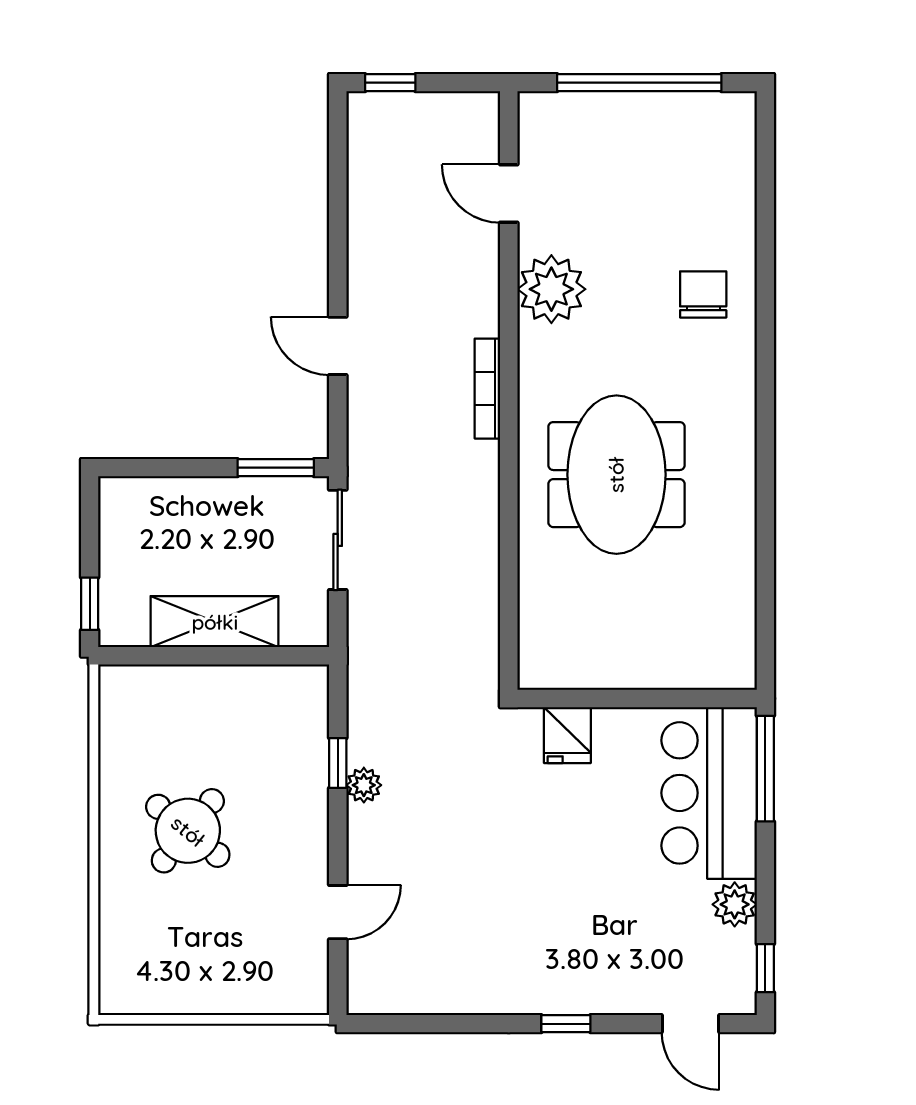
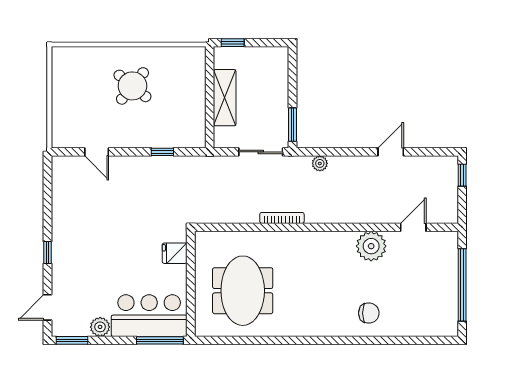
door: (338, 346) -> (391, 152), moved
bookcase: (487, 389) -> (282, 218), moved
meeting table: (616, 475) -> (243, 291), moved, turned 90
plant: (364, 785) -> (320, 163), moved
window: (765, 968) -> (72, 340), width x1.50

